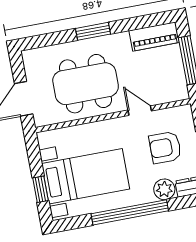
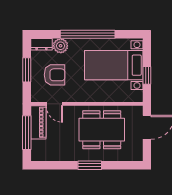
piano: (154, 36) -> (38, 122), moved, turned 90
door: (140, 111) -> (54, 104), moved
window: (41, 189) -> (147, 75), moved

